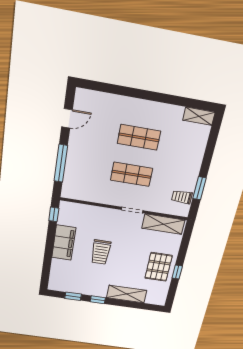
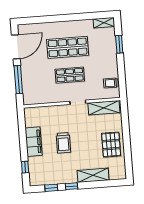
door: (67, 118) -> (16, 47), width x1.88
shop shelf: (139, 137) -> (68, 47), width x1.43, depth x1.36
window: (199, 188) -> (119, 44), moved
window: (54, 214) -> (25, 167), moved
window: (177, 272) -> (127, 145), removed

